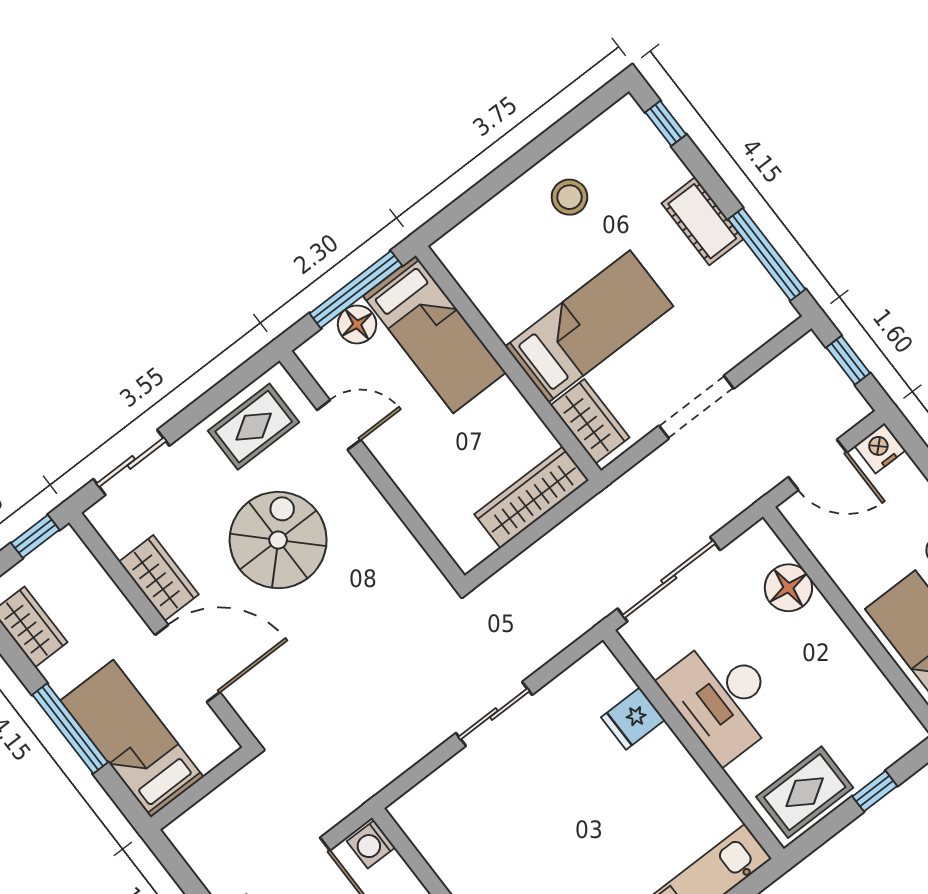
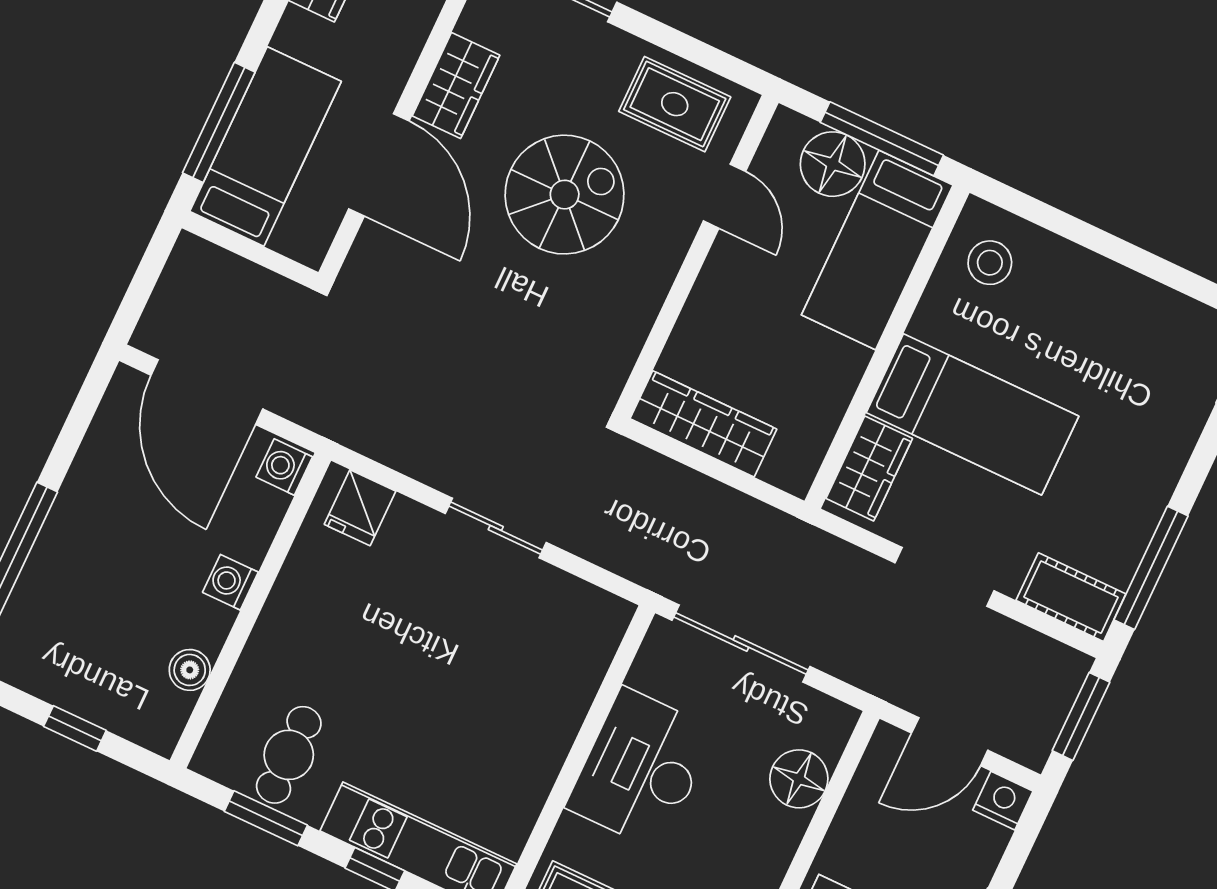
stool: (569, 197) -> (990, 263), moved
cot: (702, 221) -> (1071, 597), moved, turned 90
floor lamp: (357, 324) -> (833, 164), width x1.38, depth x1.38
window: (848, 360) -> (1081, 716), width x1.50
door: (818, 465) -> (950, 742), hinge flipped
wardrobe: (532, 497) -> (703, 424), moved
fridge: (633, 719) -> (360, 508), moved, turned -90
window: (70, 729) -> (219, 122), moved

